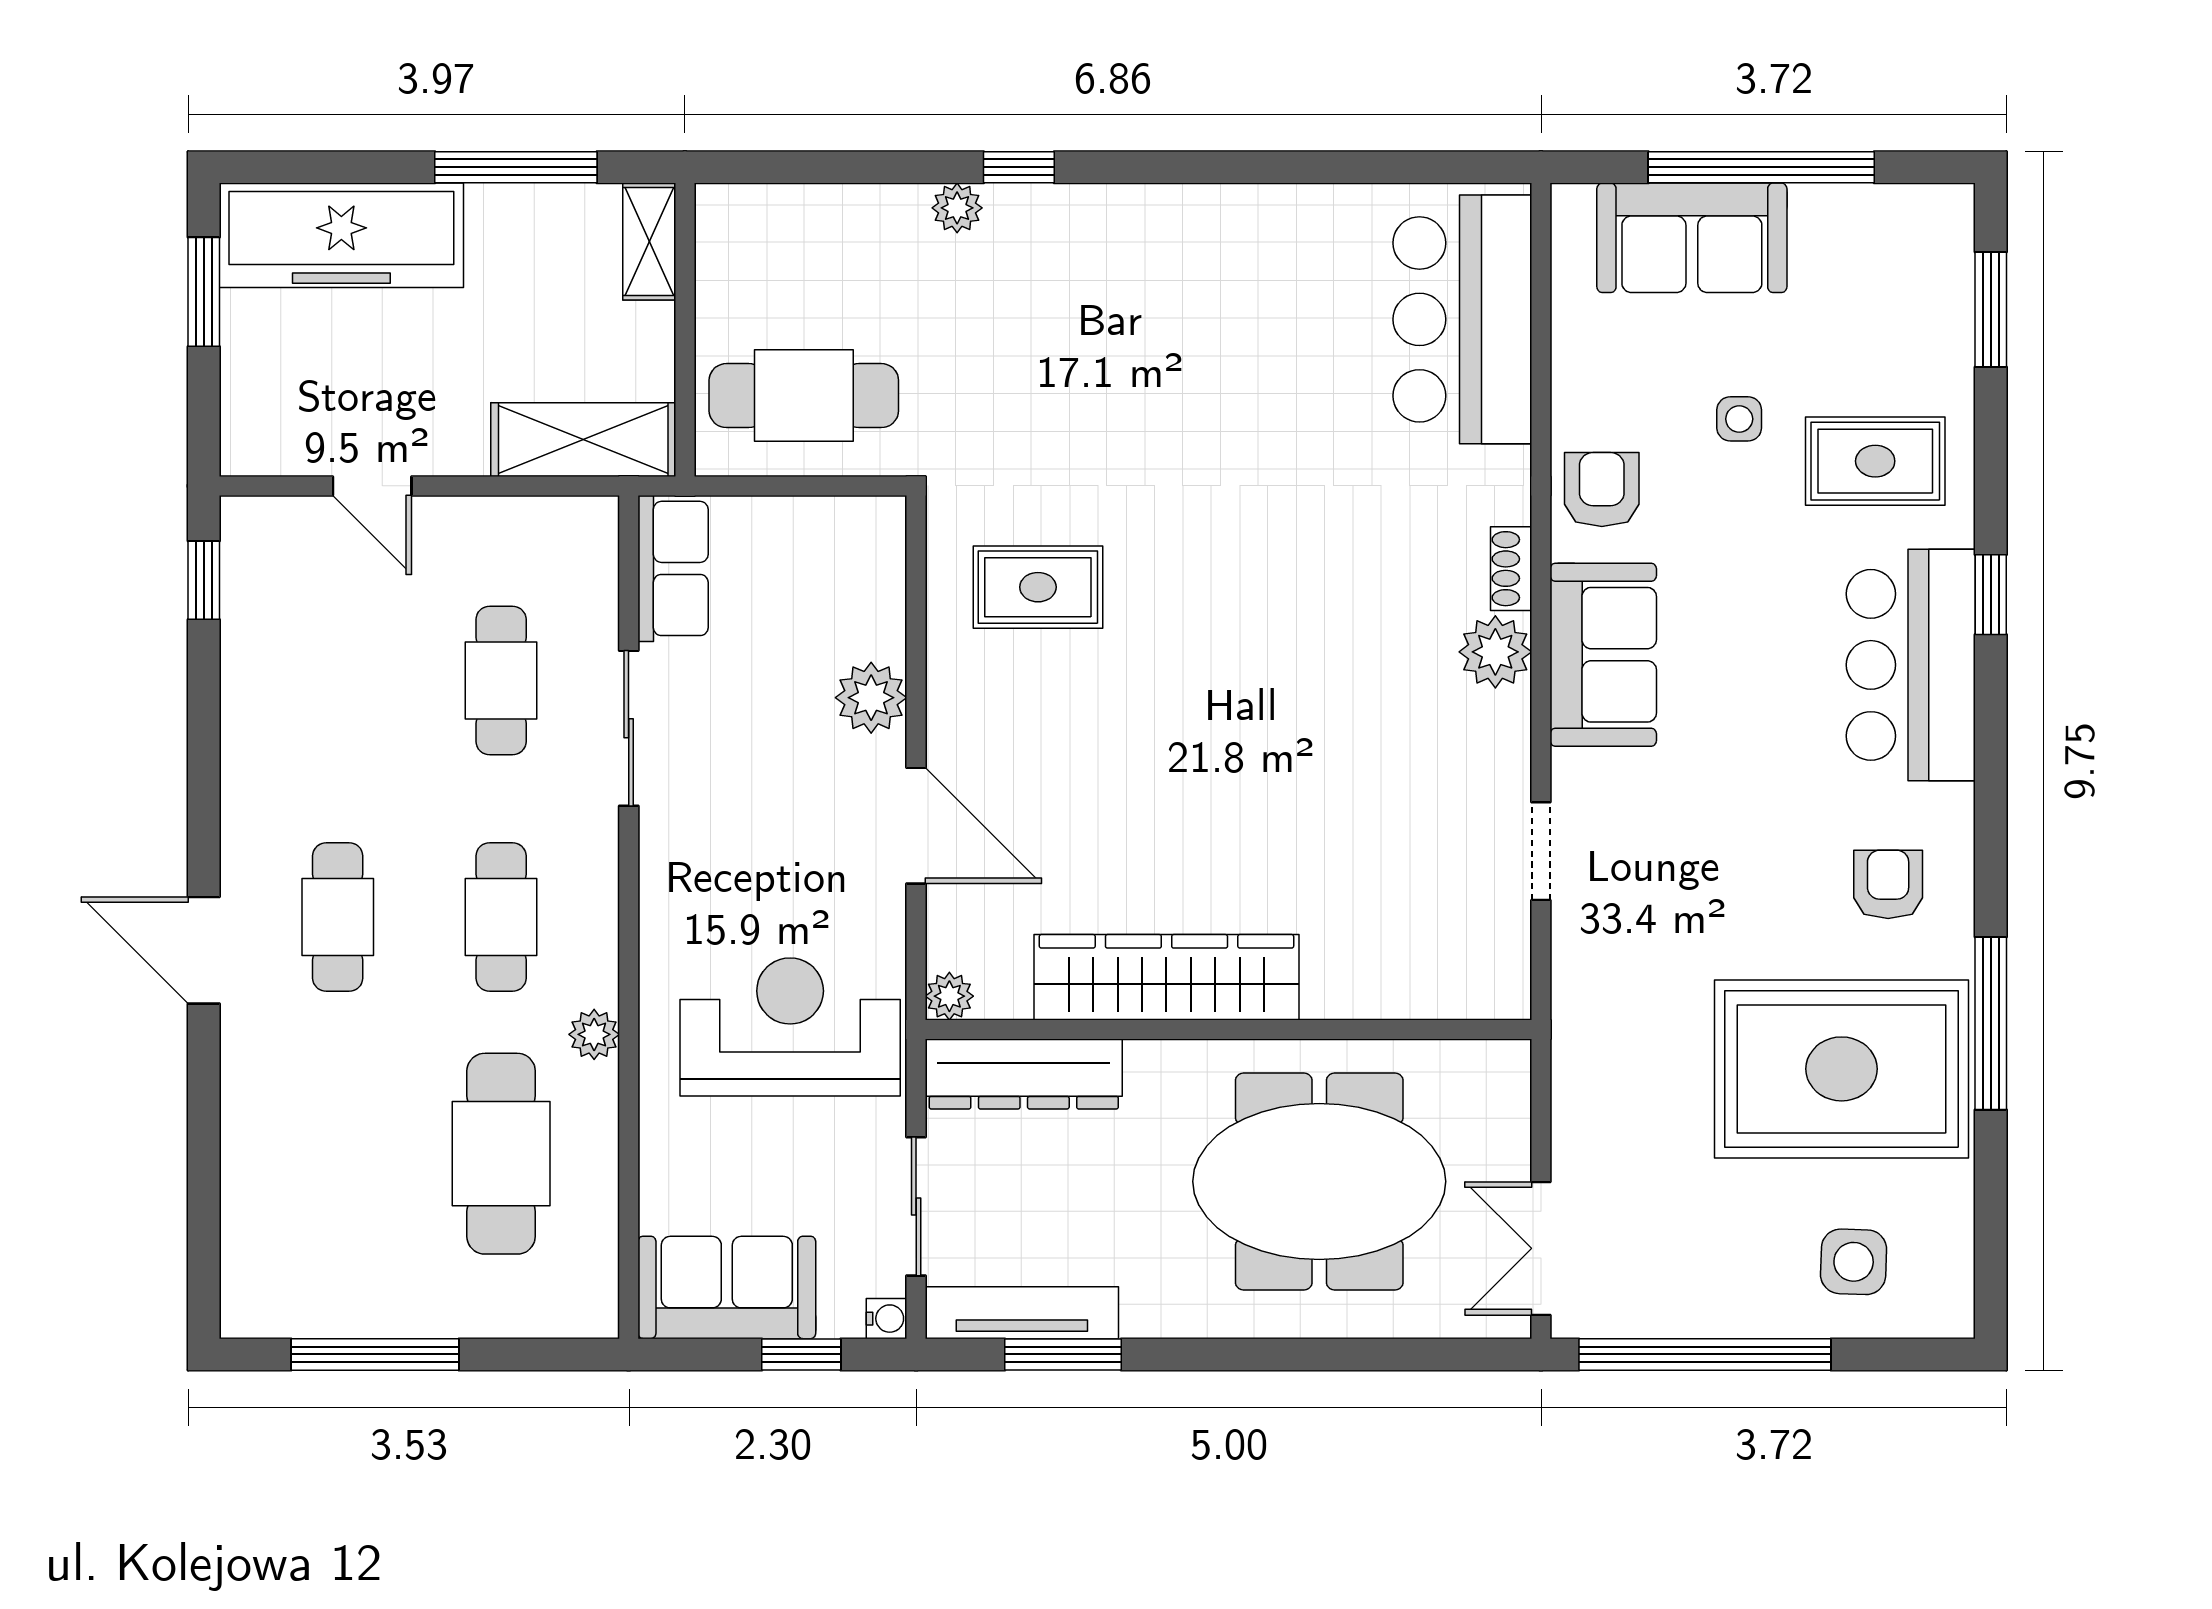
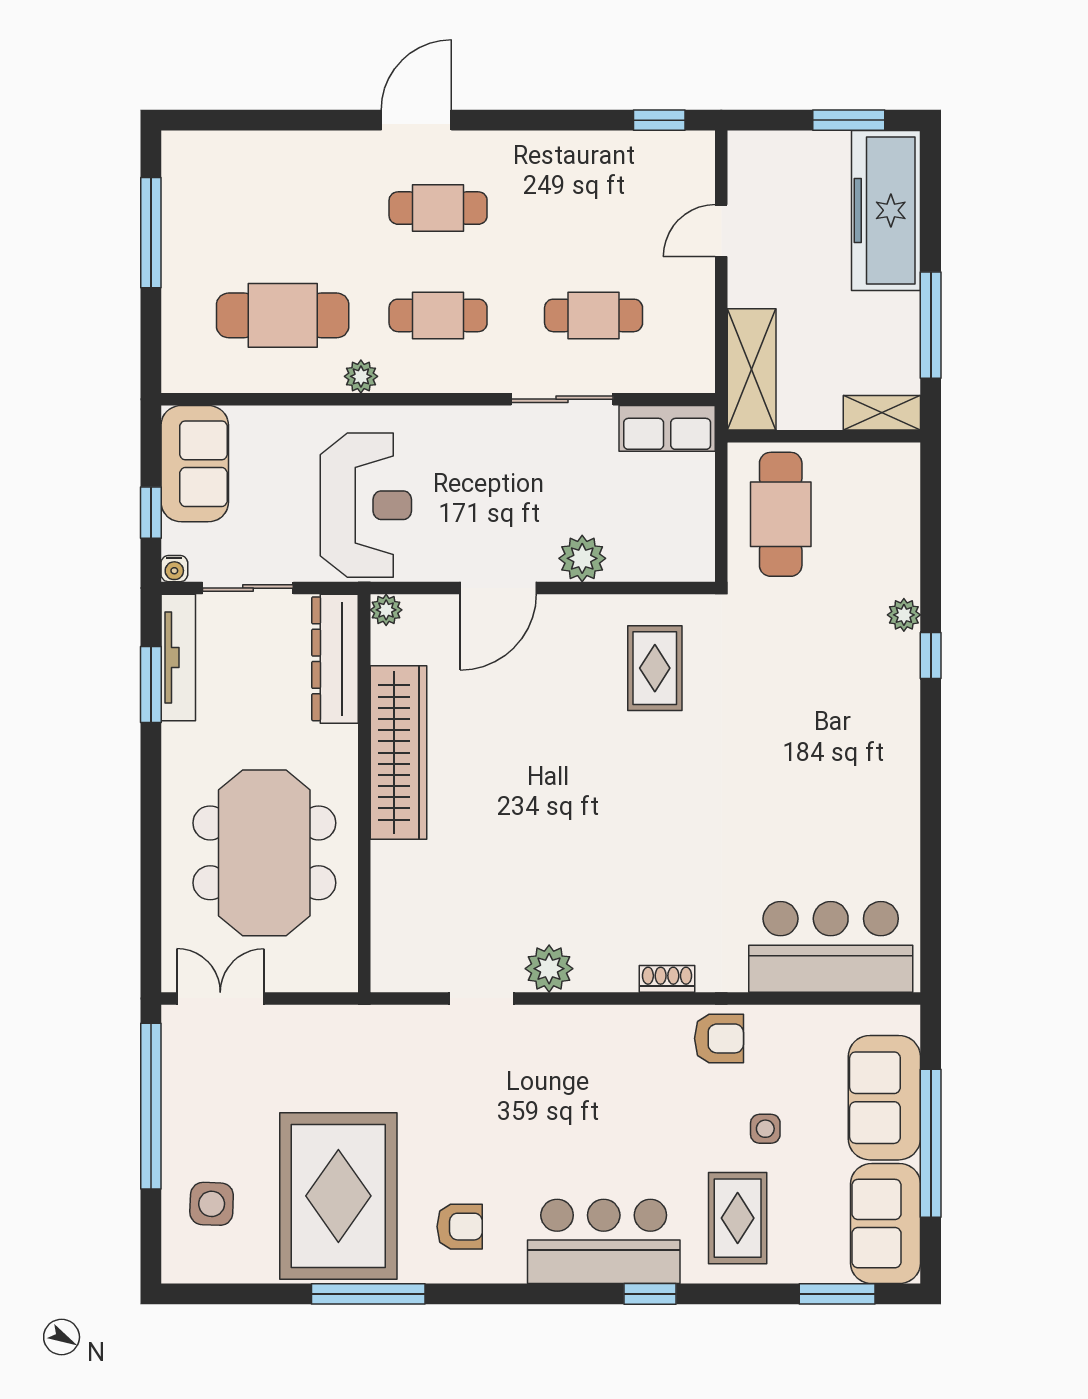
plant: (1495, 652) -> (549, 969), moved
sofa: (1603, 655) -> (886, 1224), moved, turned 90

